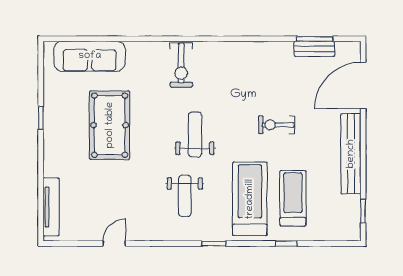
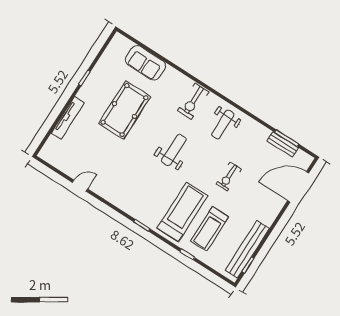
sofa: (90, 56) -> (145, 63), width x0.73
exercise bike: (277, 125) -> (229, 177), turned -90
bench: (351, 154) -> (247, 249), moved
weight bench: (185, 196) -> (223, 125), moved
treadmill: (293, 198) -> (209, 229), turned 180
tv unit: (51, 207) -> (68, 118), moved

